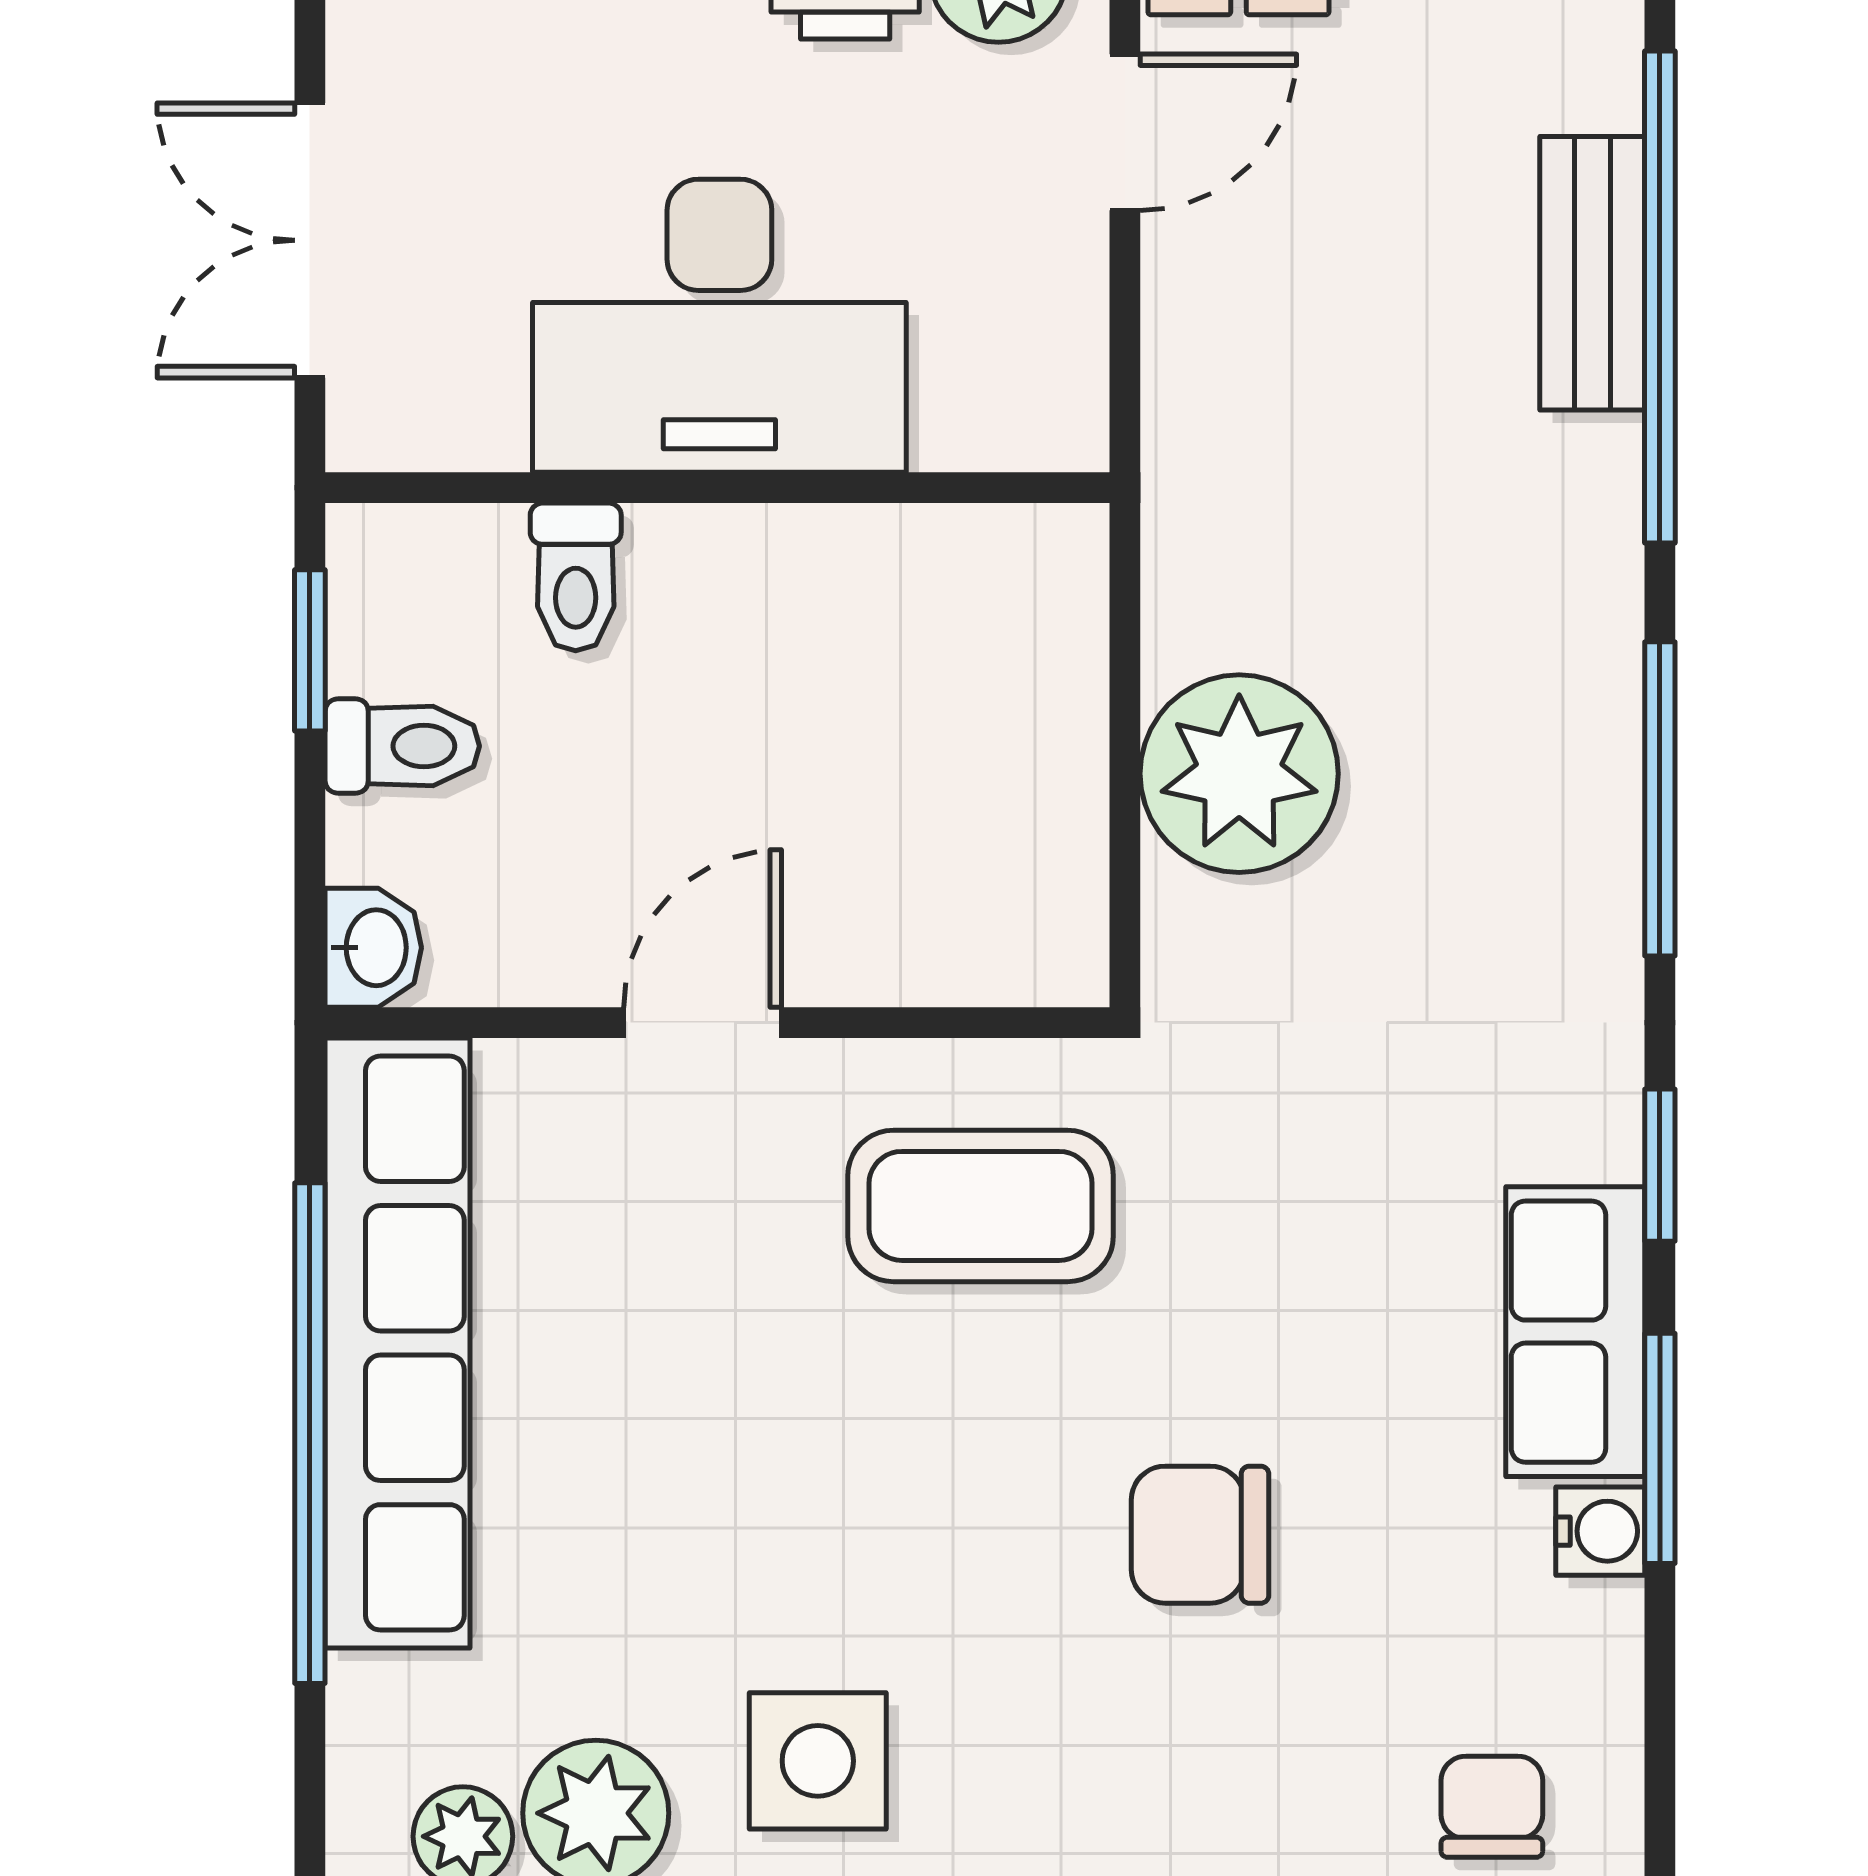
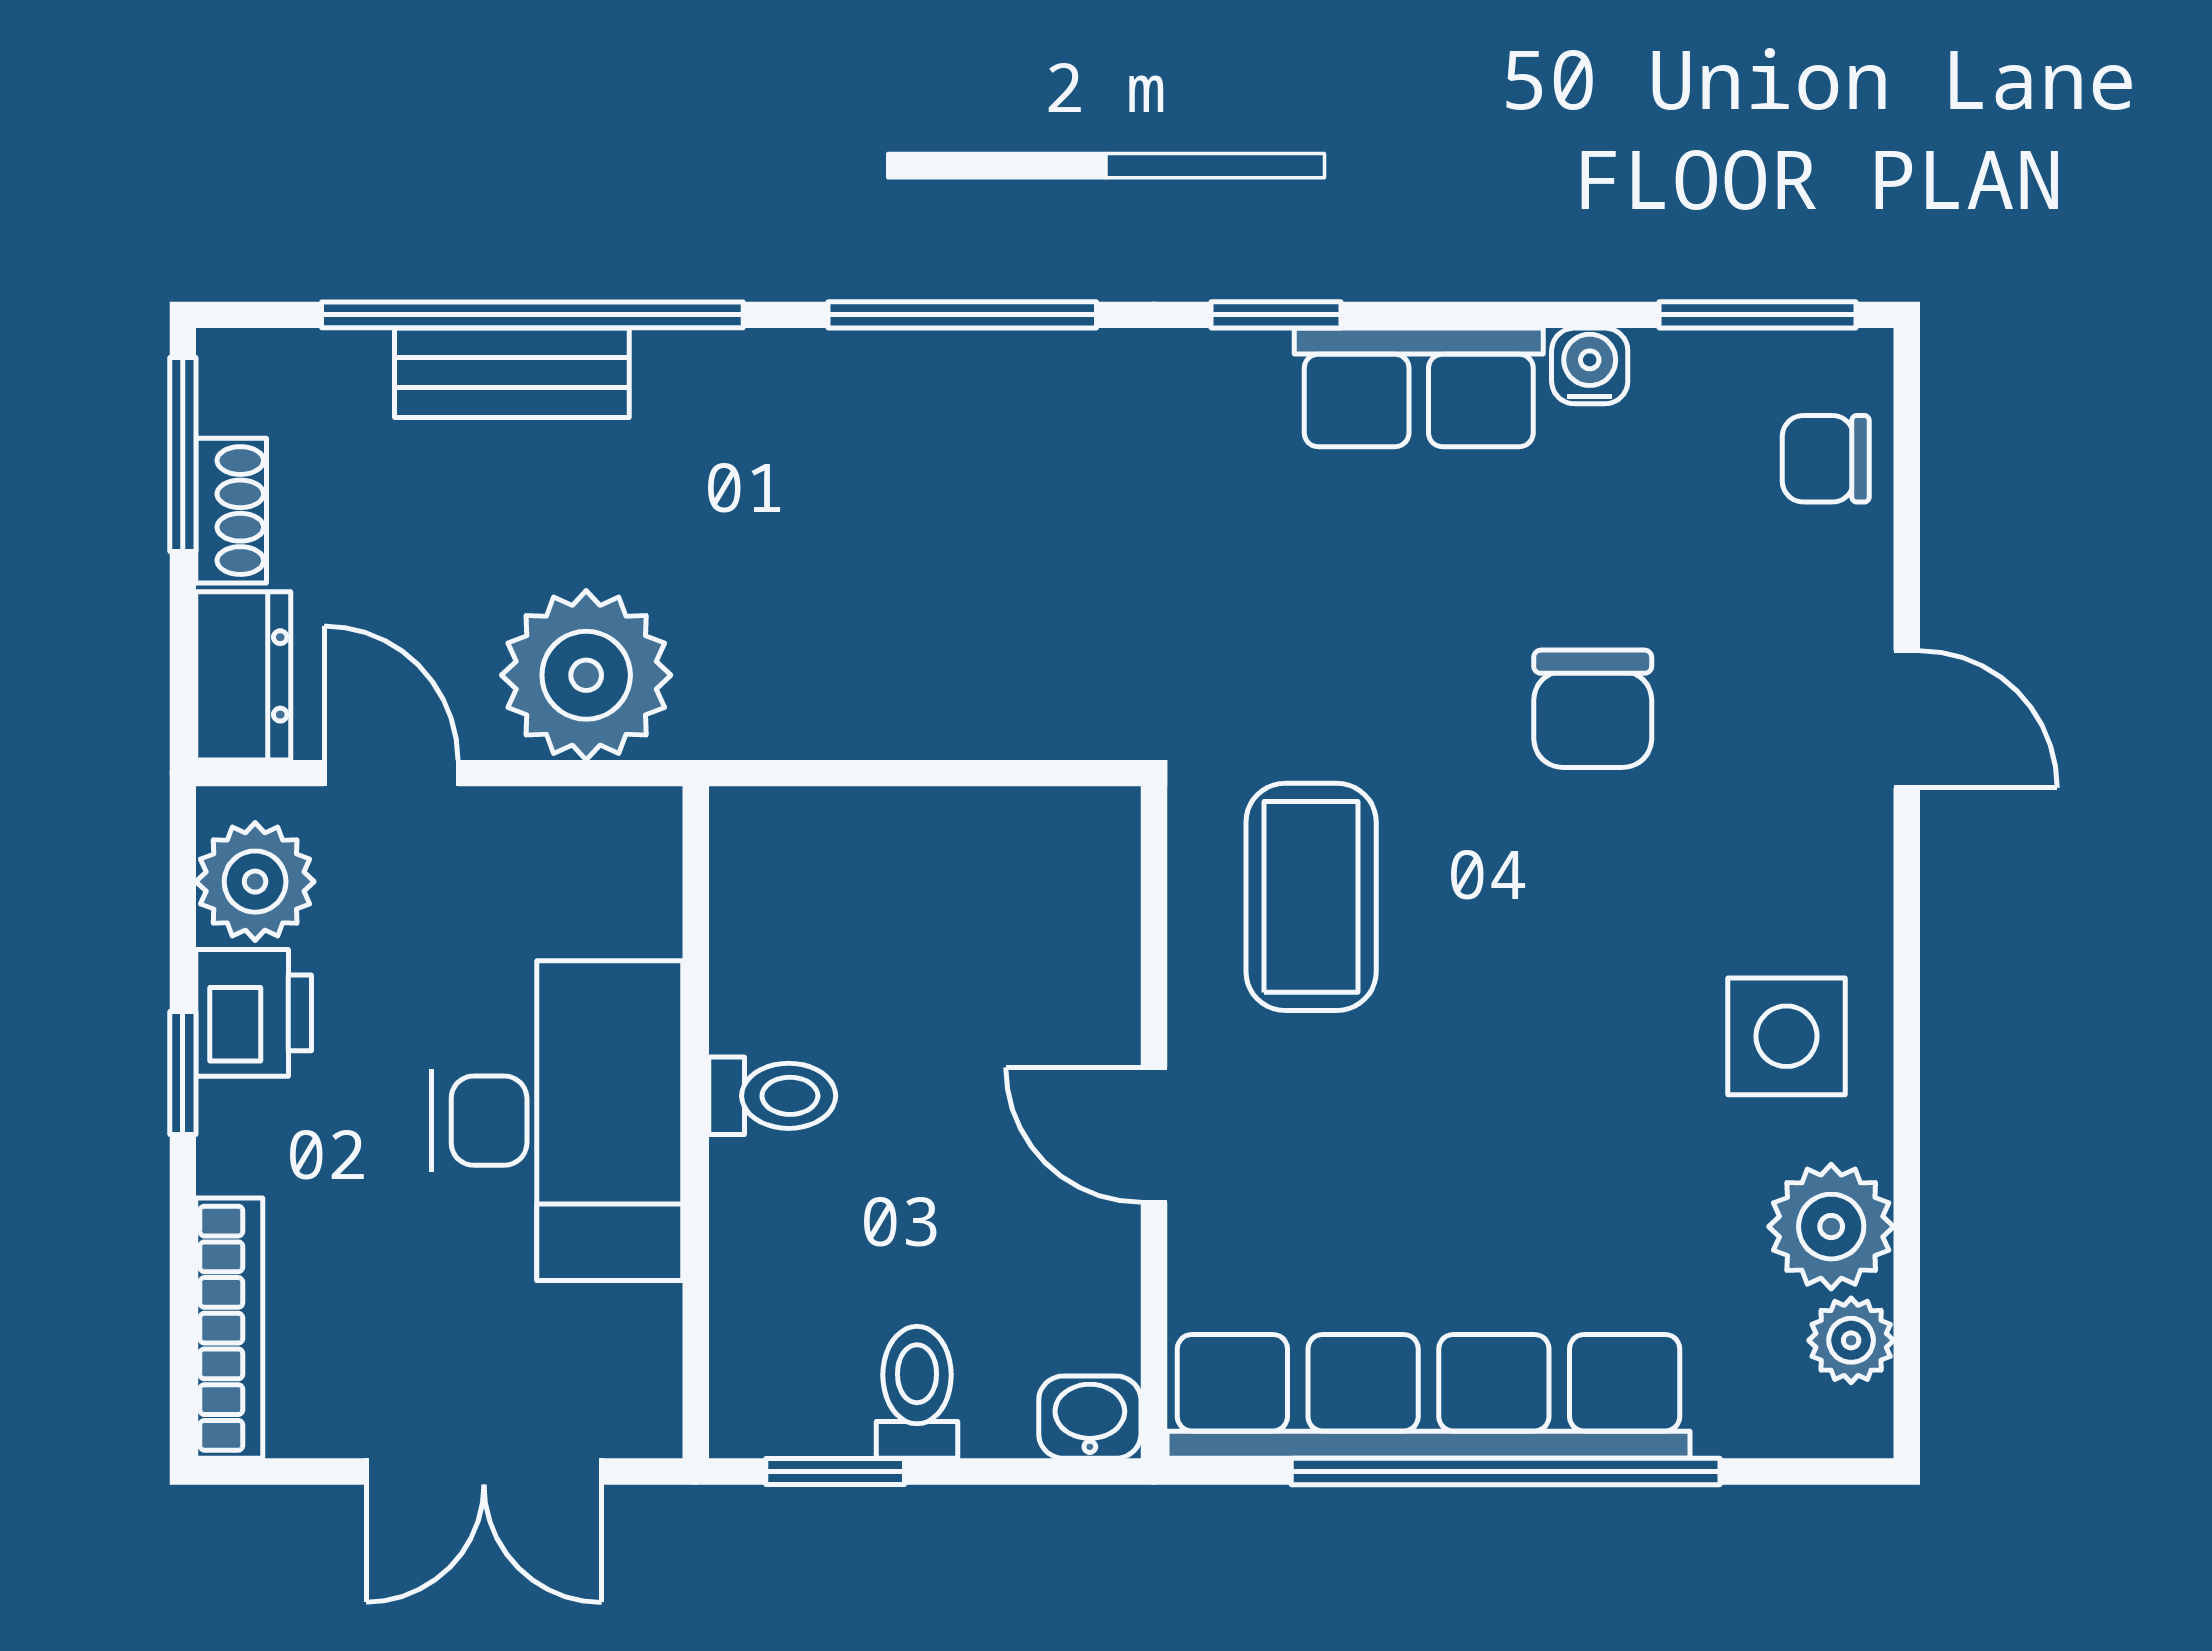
toilet: (576, 577) -> (772, 1096), moved
plant: (1239, 774) -> (586, 675), moved
window: (1660, 1448) -> (1758, 315), moved

